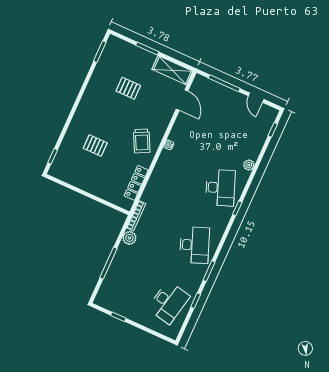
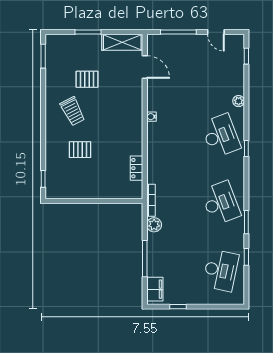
trolley: (142, 141) -> (73, 111), moved
locker: (136, 183) -> (136, 168), width x0.66
filing cabinet: (105, 293) -> (155, 289), added

